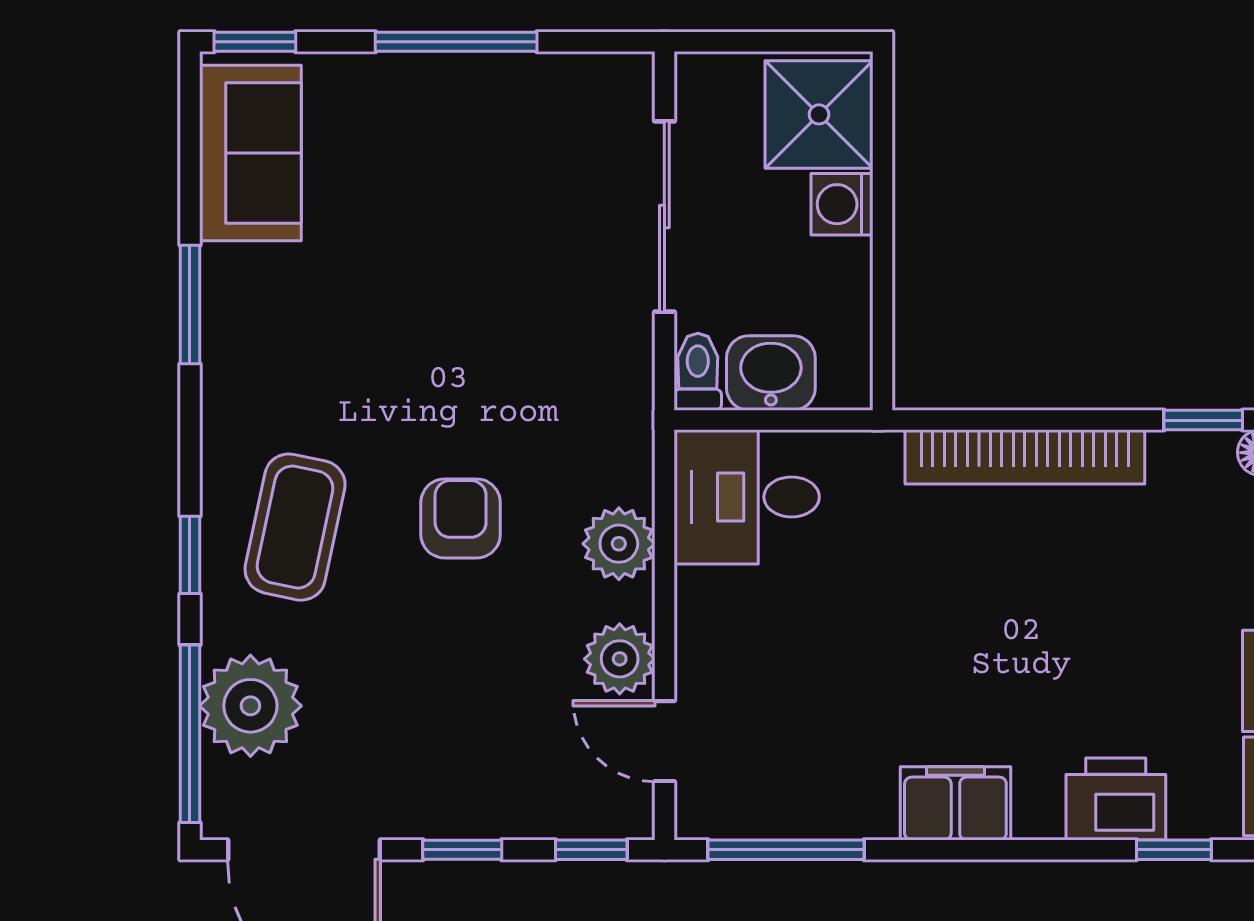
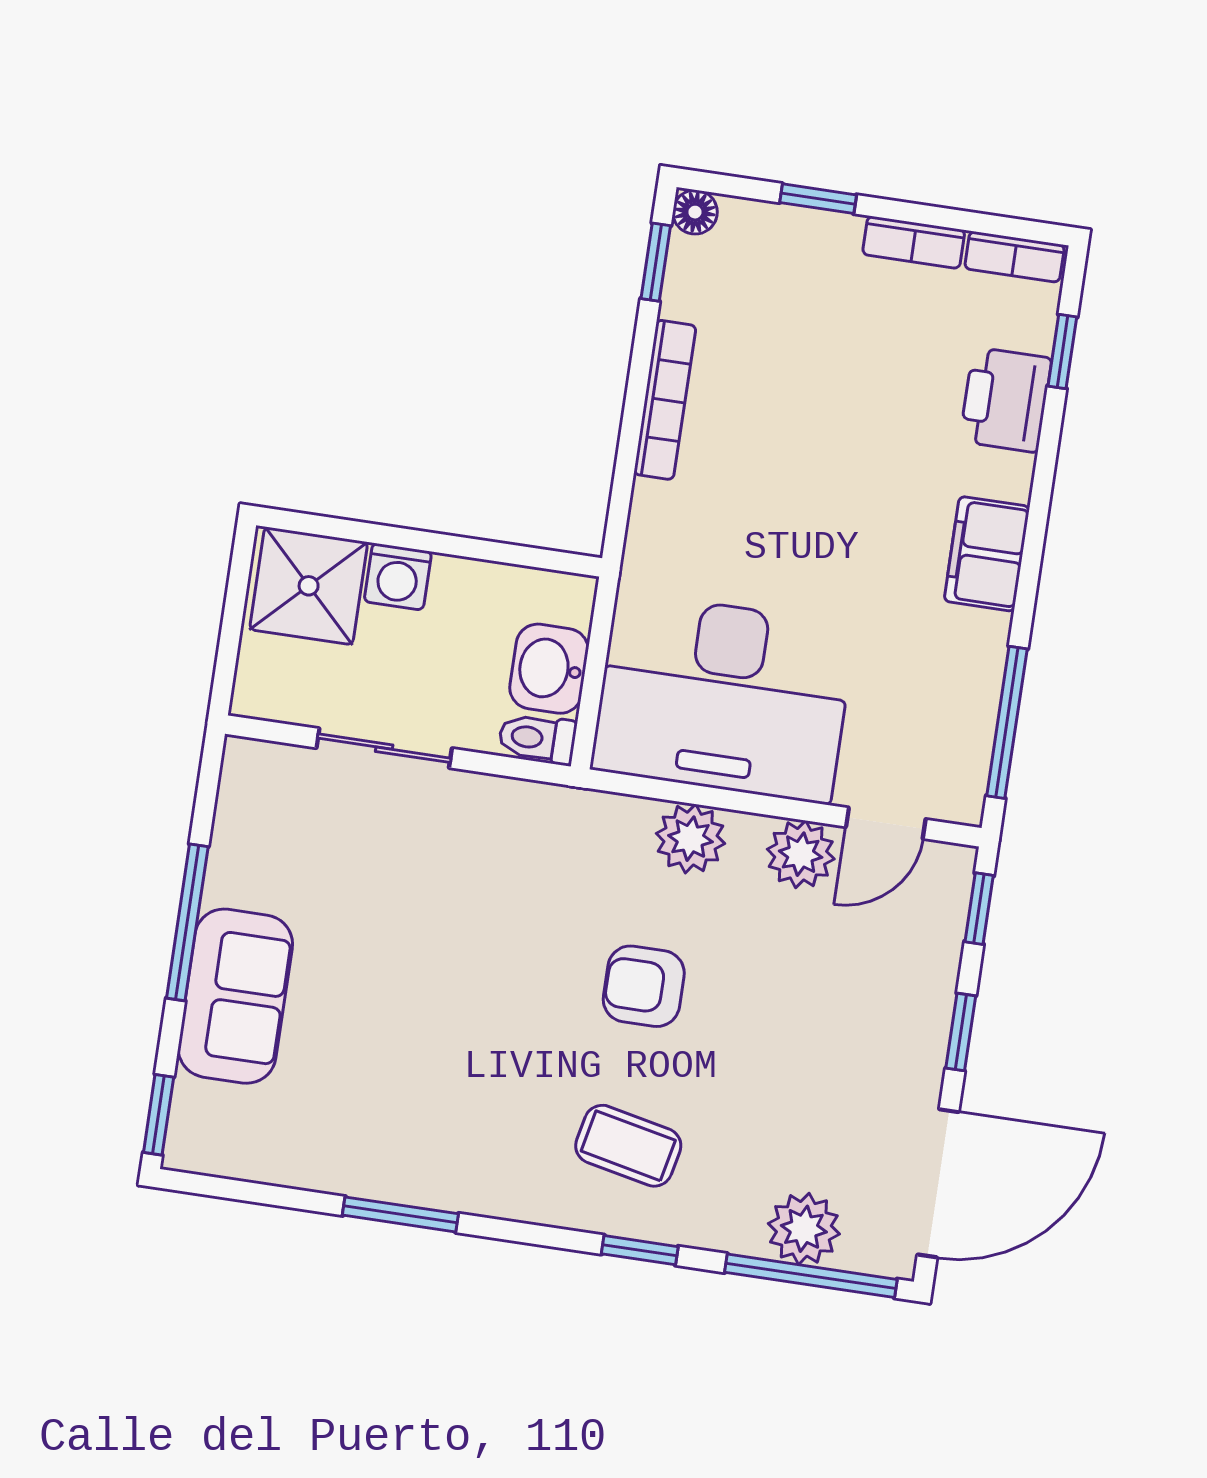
sofa: (250, 153) -> (235, 996), moved, turned 90
sliding door: (664, 217) -> (384, 748), width x0.73
bookcase: (1025, 457) -> (665, 400), width x0.68, depth x0.76
desk: (747, 497) -> (723, 697), width x1.87, depth x1.30
coffee table: (295, 527) -> (628, 1146), width x0.73, depth x0.77
plant: (250, 706) -> (804, 1229), width x0.73, depth x0.73

